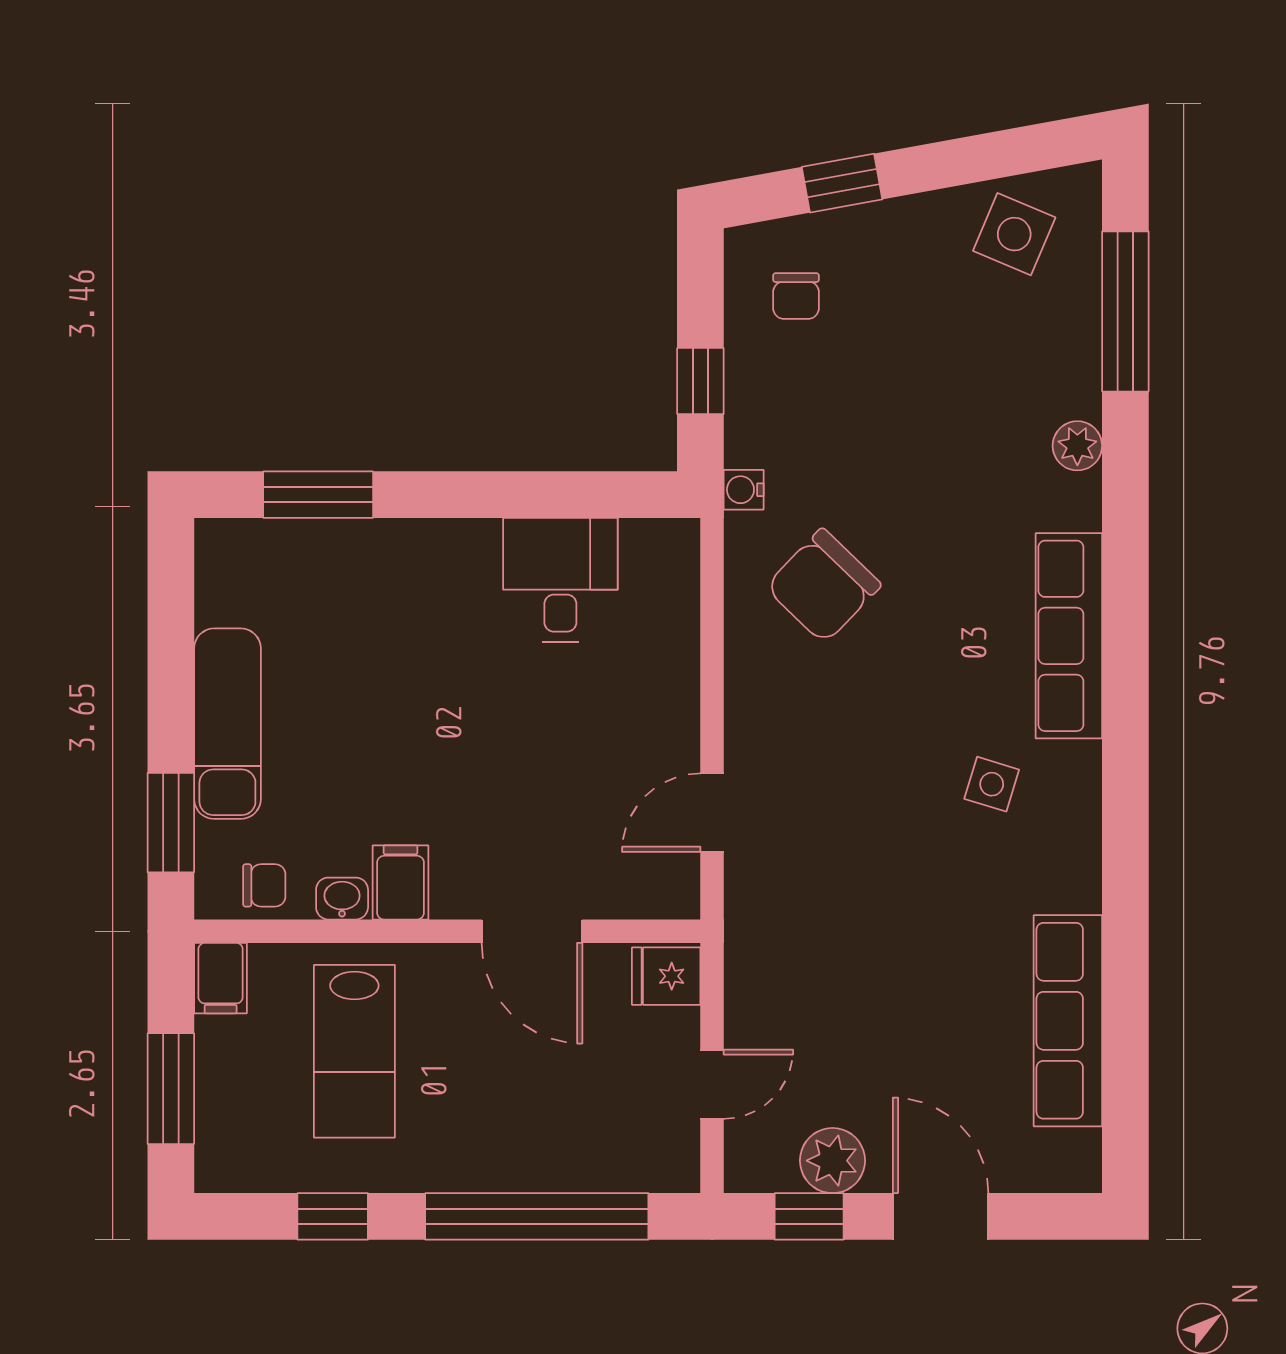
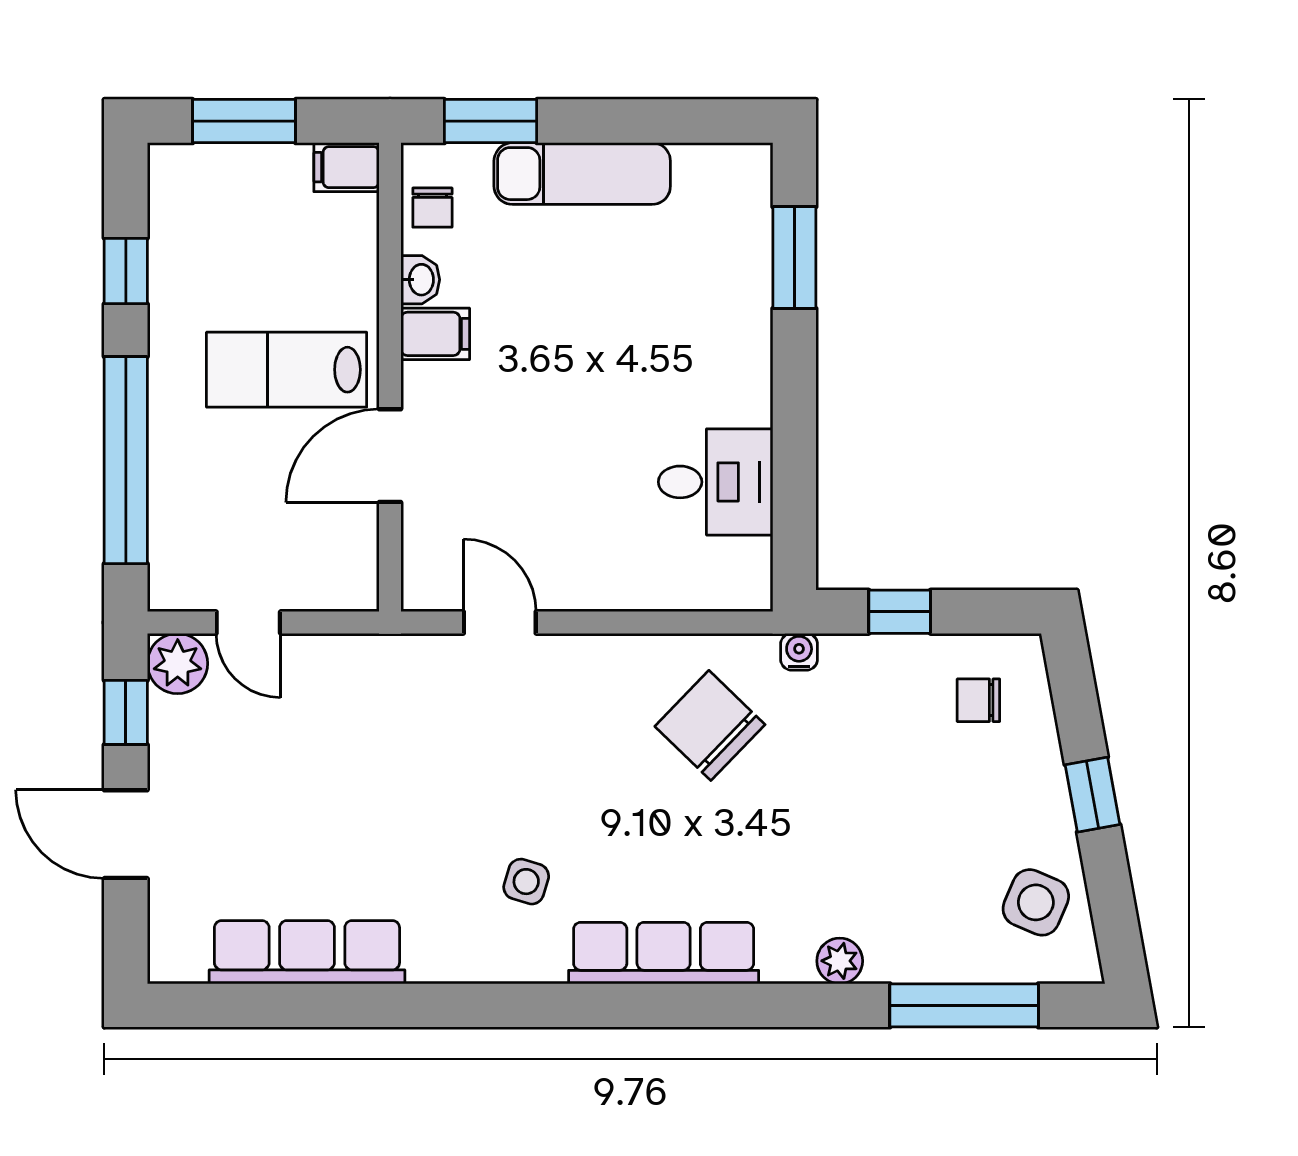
window: (842, 183) -> (1092, 795), moved
fridge: (666, 976) -> (348, 580), removed
lab bench: (354, 1051) -> (287, 370), moved
plant: (832, 1161) -> (178, 663), moved
door: (941, 1216) -> (126, 834), swing flipped

